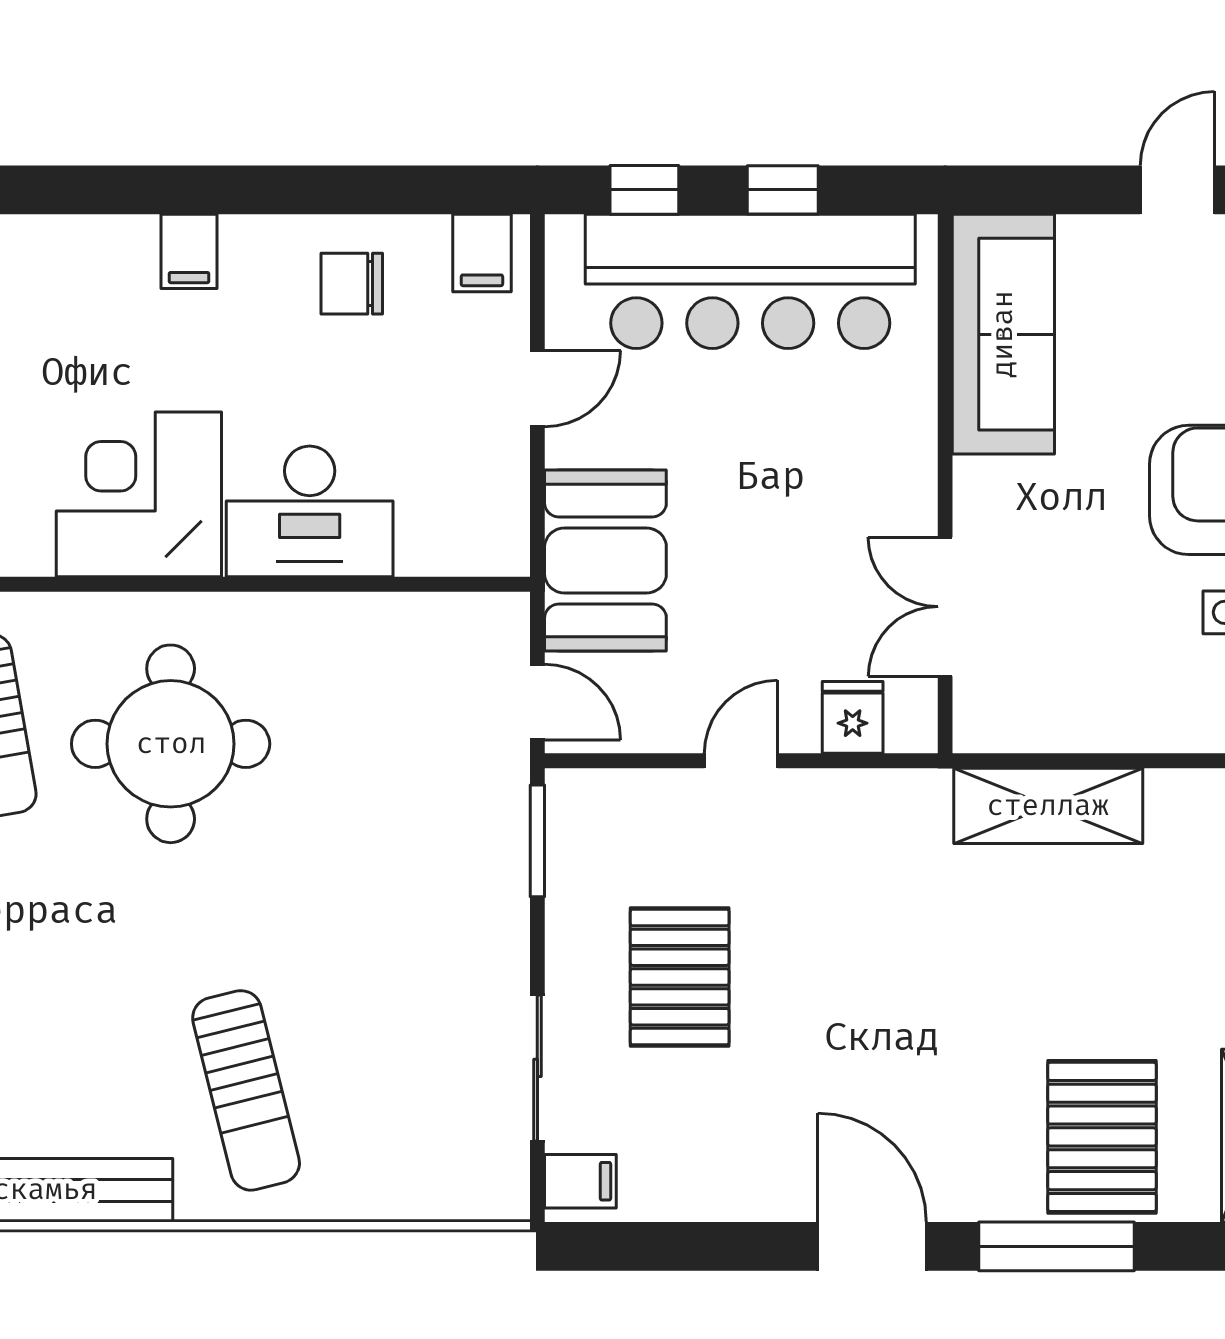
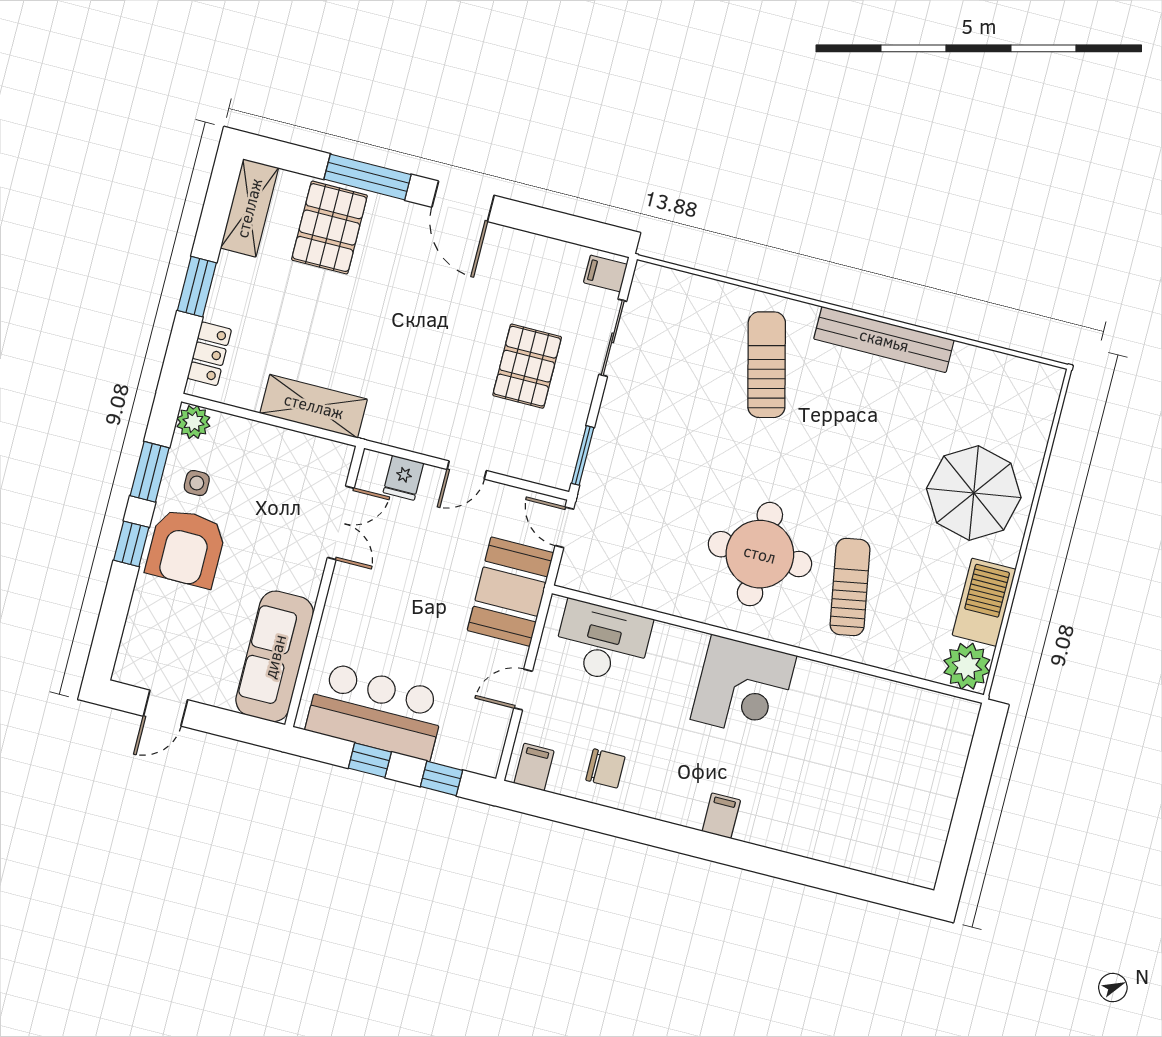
filing cabinet: (189, 251) -> (721, 816), moved
bar counter: (750, 281) -> (376, 711), width x0.73
desk: (310, 511) -> (603, 642), moved

